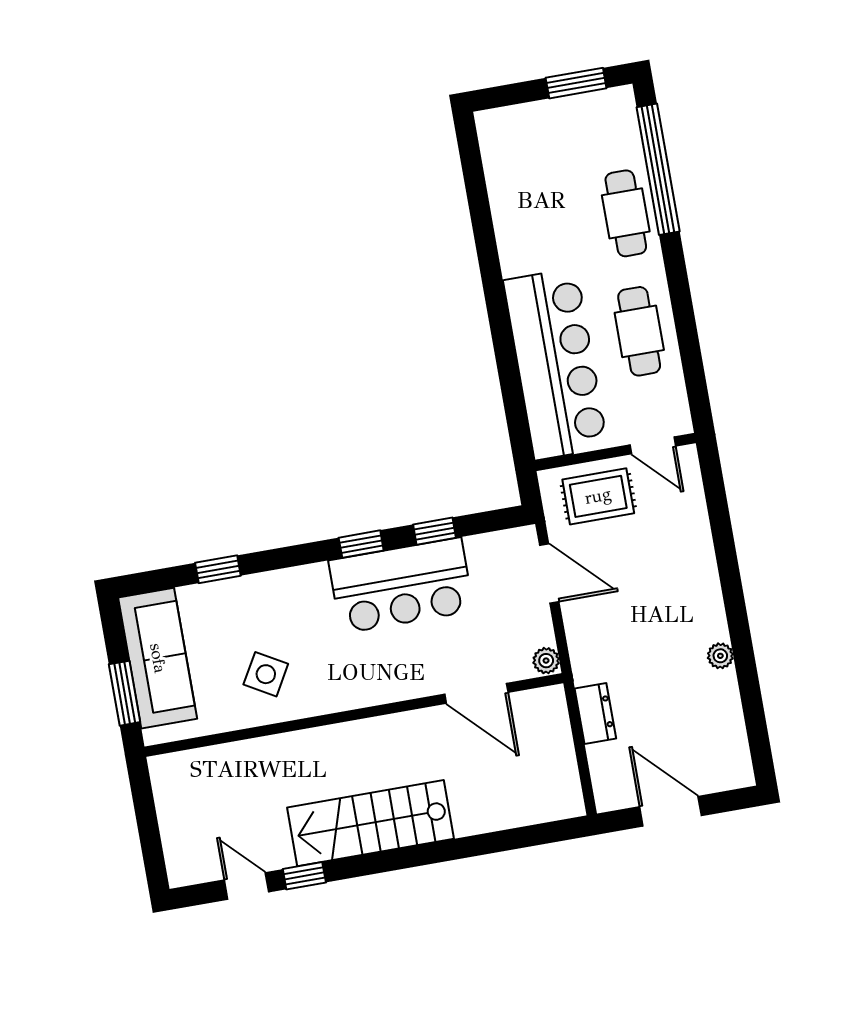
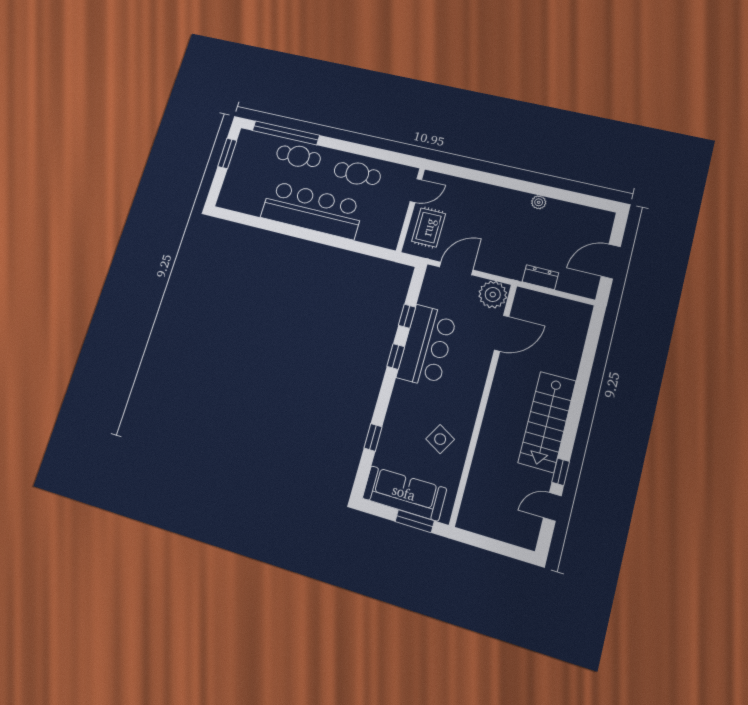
bar counter: (556, 364) -> (312, 210), moved
plant: (546, 661) -> (493, 294), width x1.88, depth x1.88

